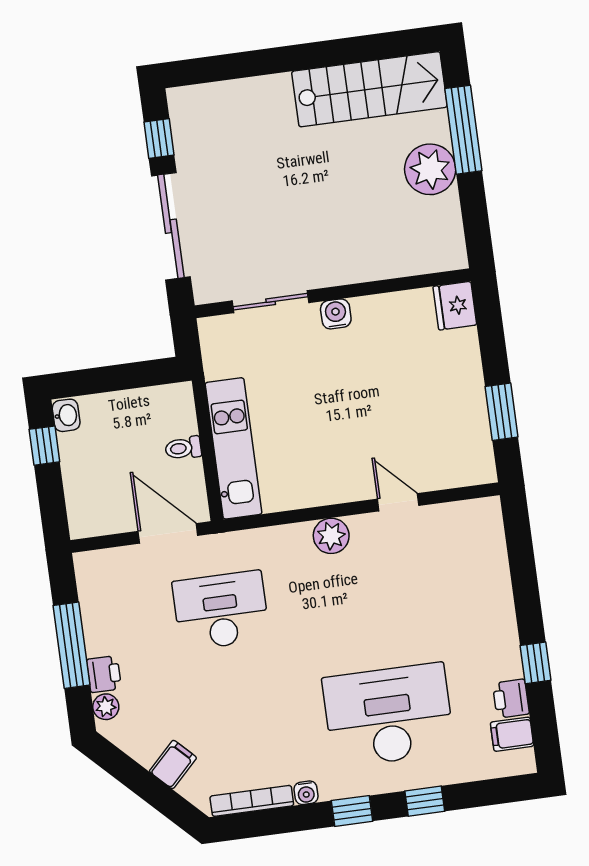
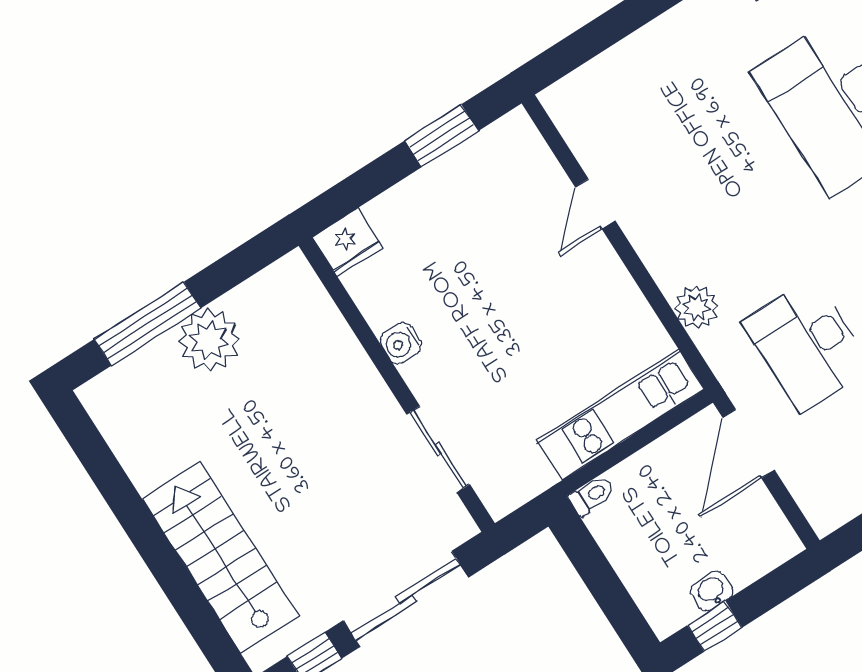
stairs: (369, 89) -> (220, 557), moved
water cooler: (336, 314) -> (401, 343), moved
washbasin: (66, 415) -> (712, 591), moved
toilet: (183, 448) -> (592, 496), moved, turned -90
plant: (331, 536) -> (696, 307), moved

